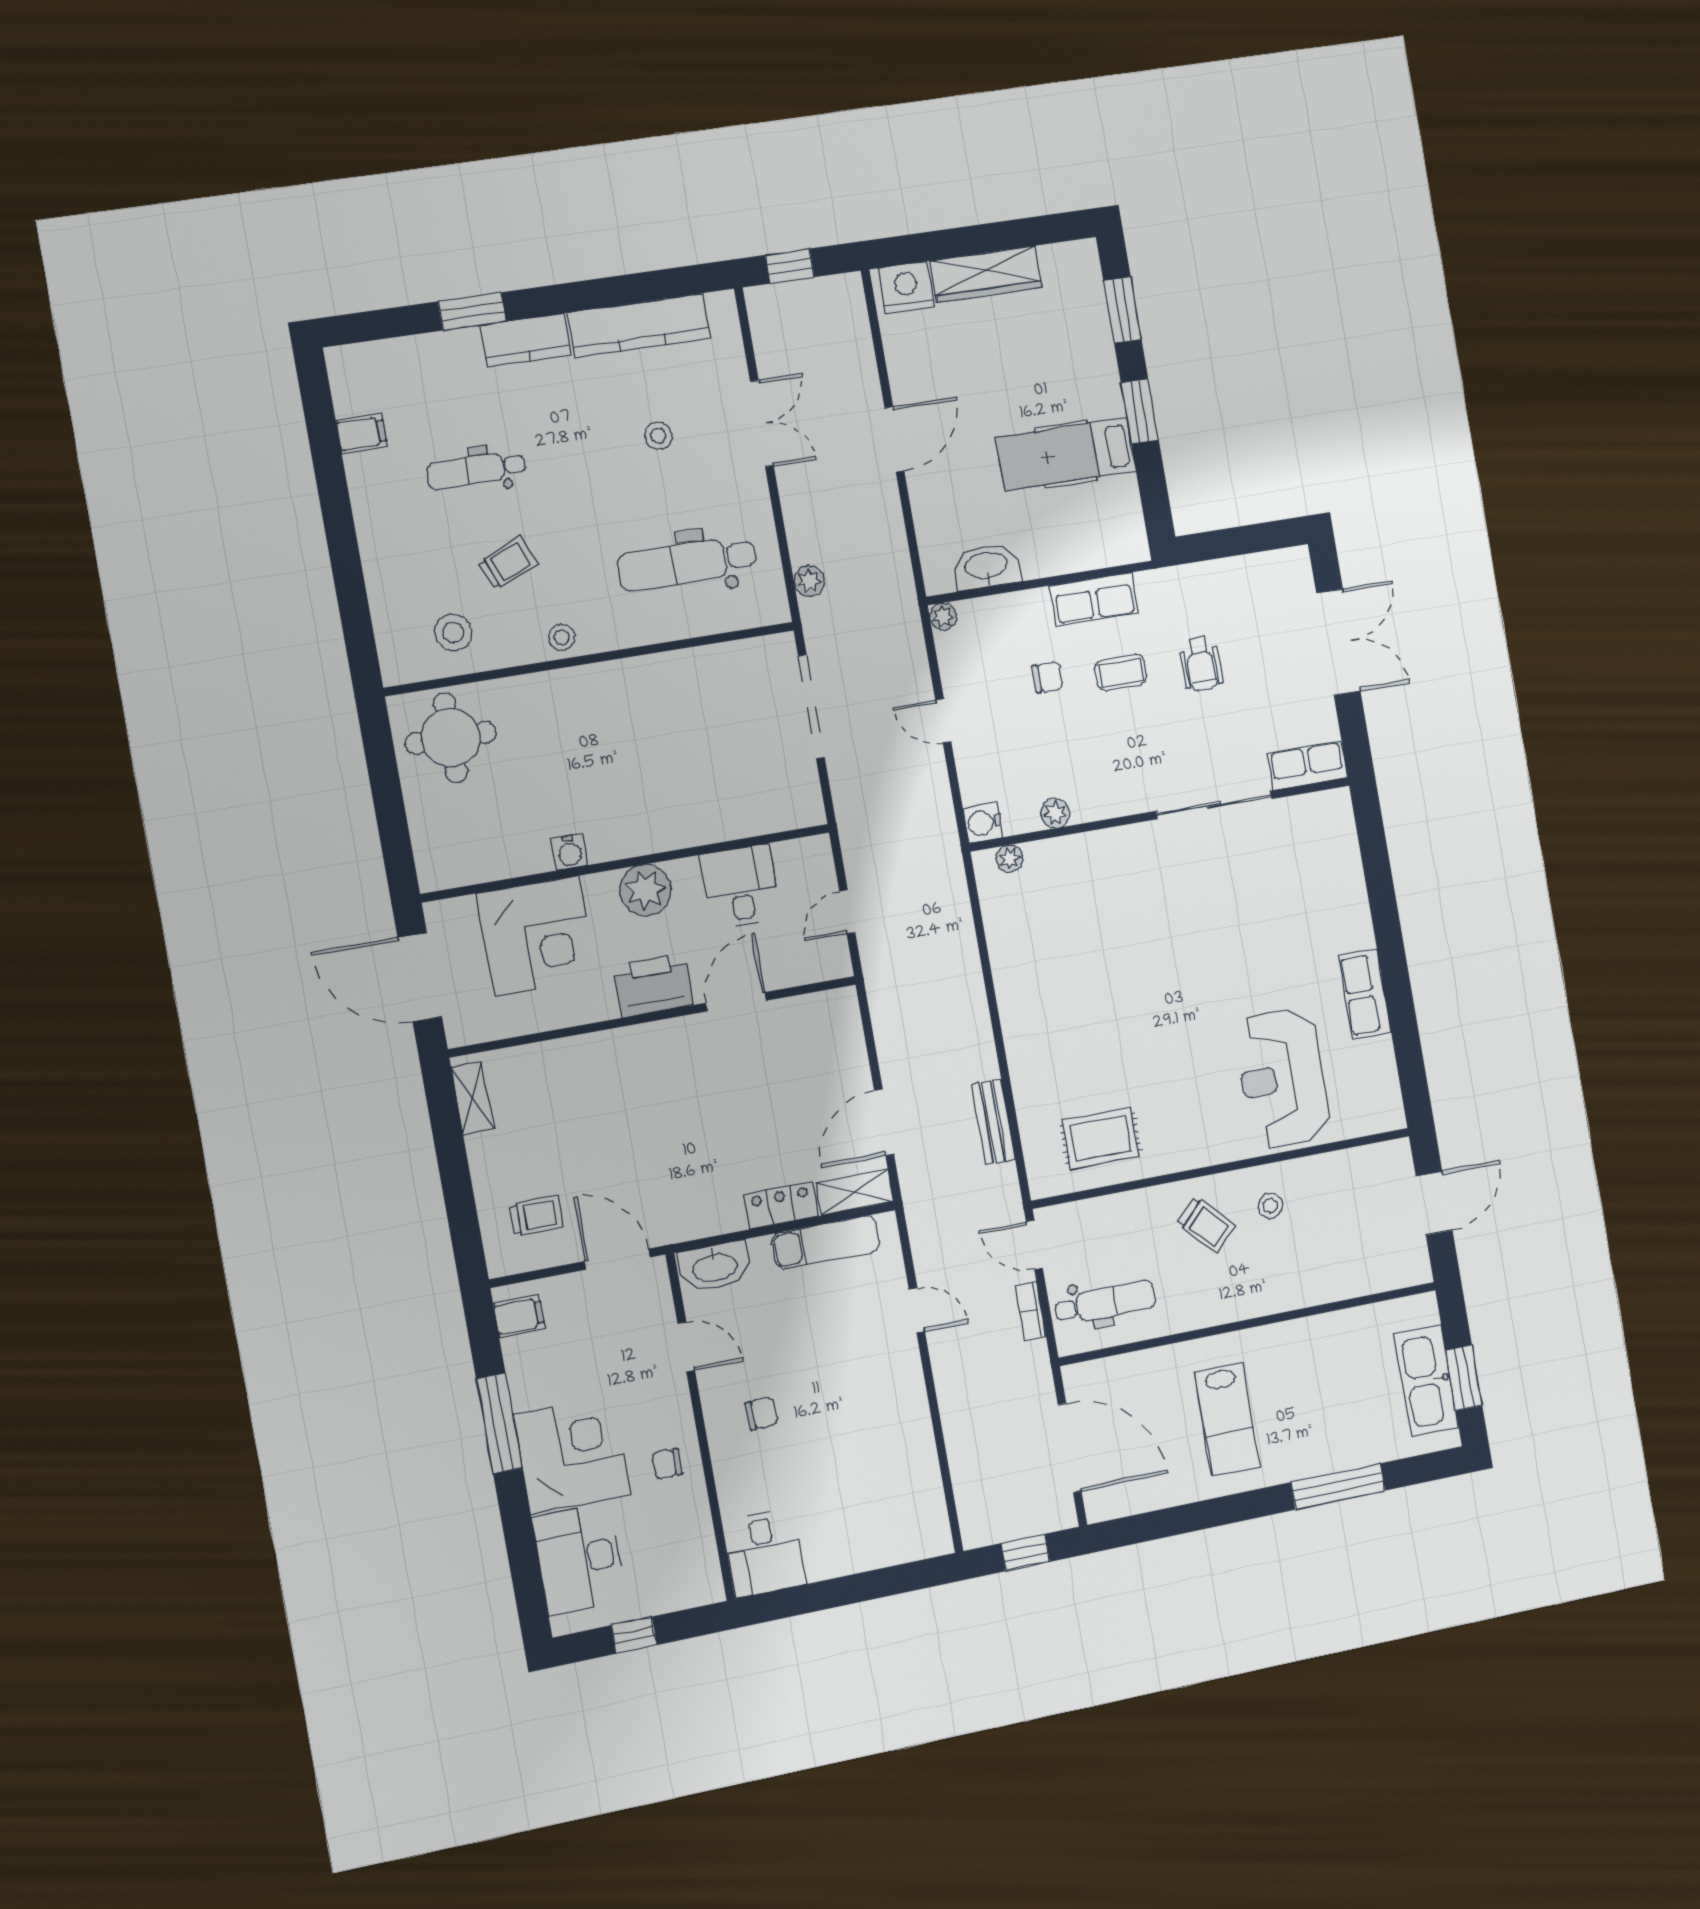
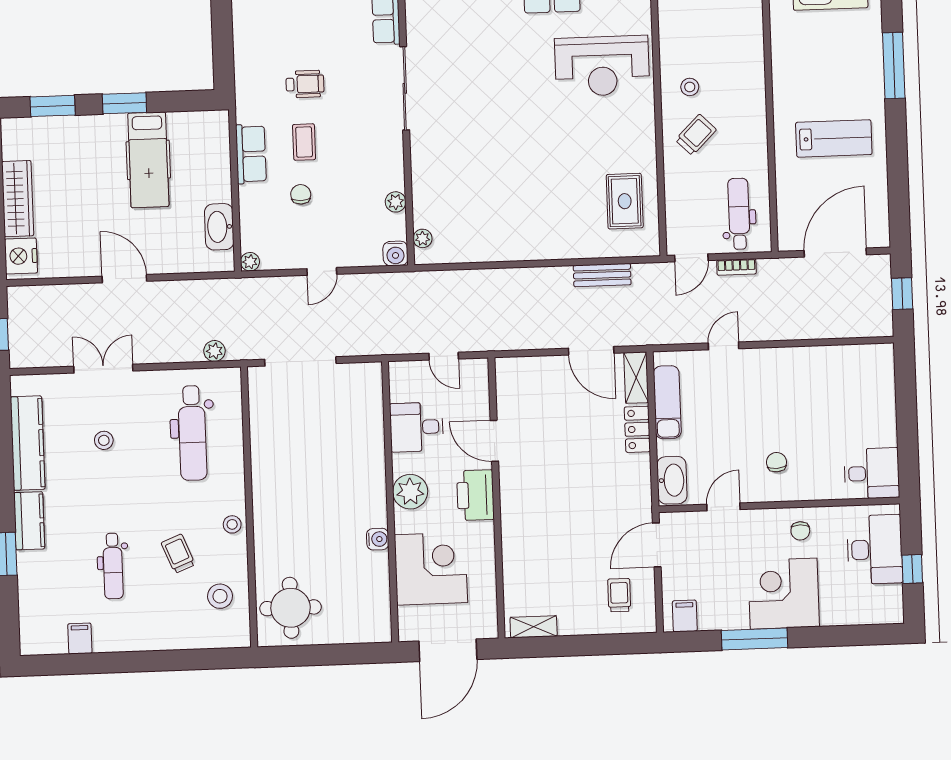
desk: (579, 1559) -> (875, 549), moved, turned -90

